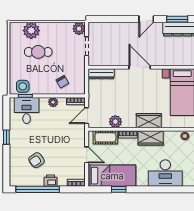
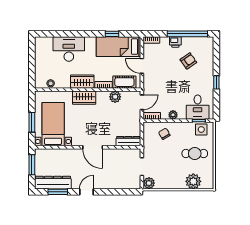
cafe table: (38, 52) -> (195, 153), moved

